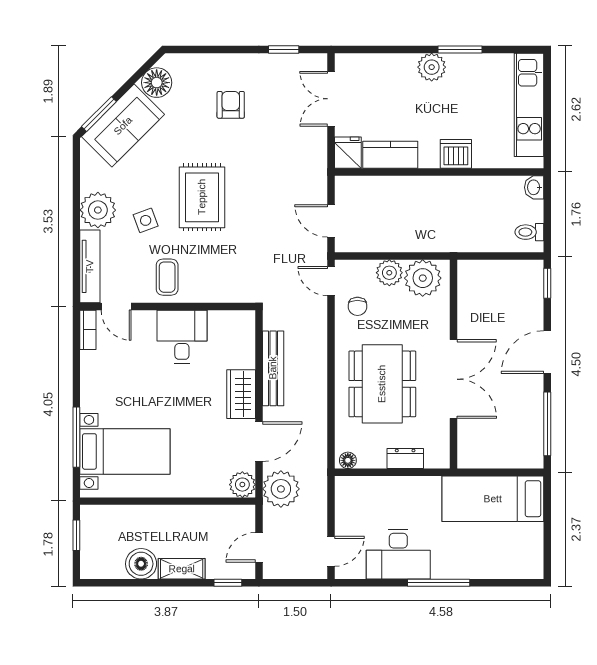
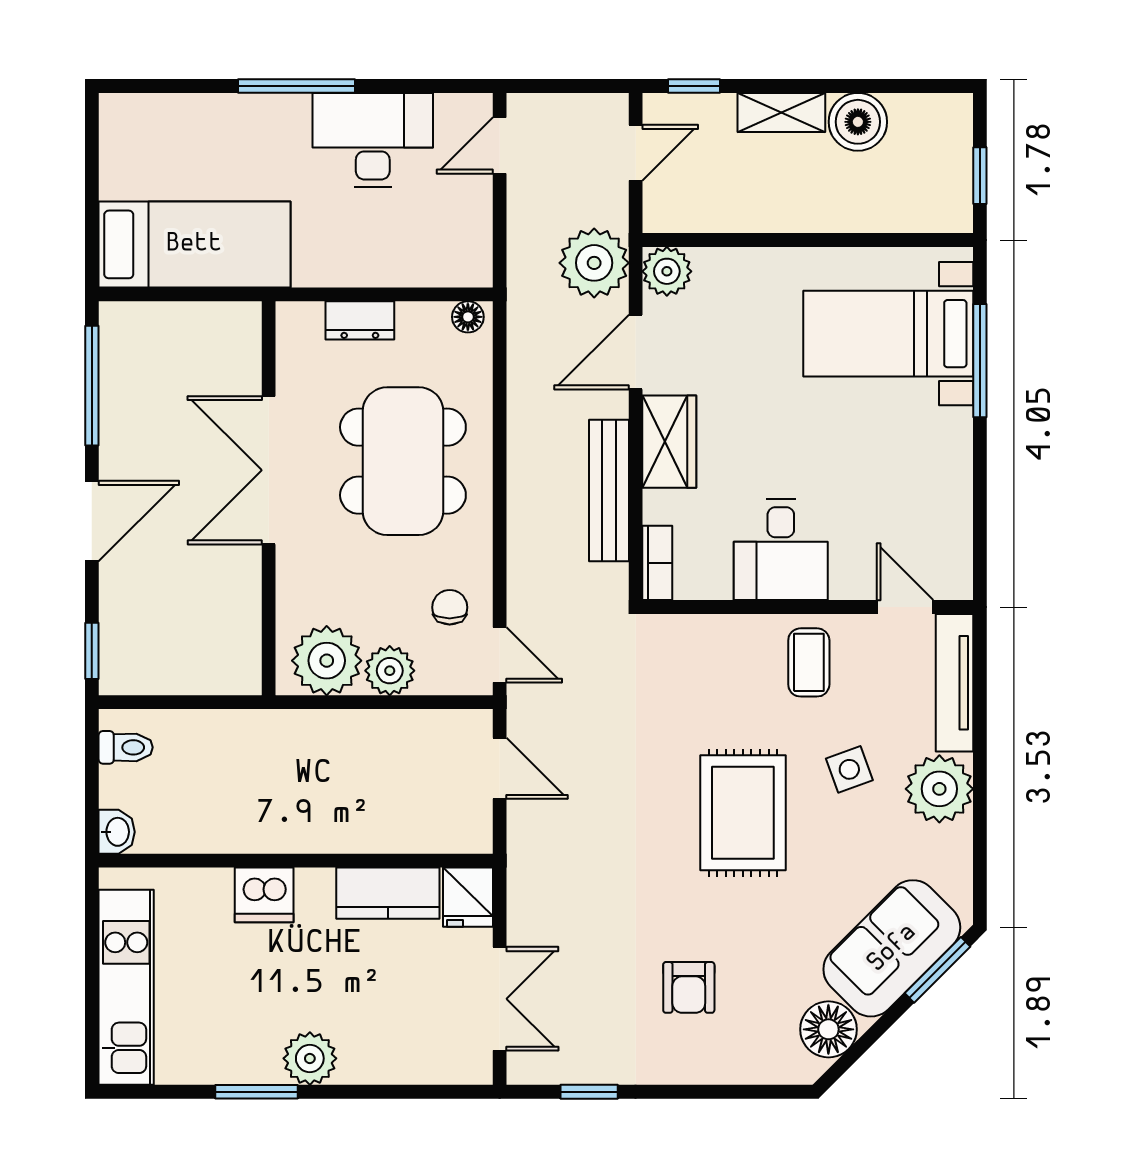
bookcase: (88, 330) -> (657, 563), moved, turned 180

